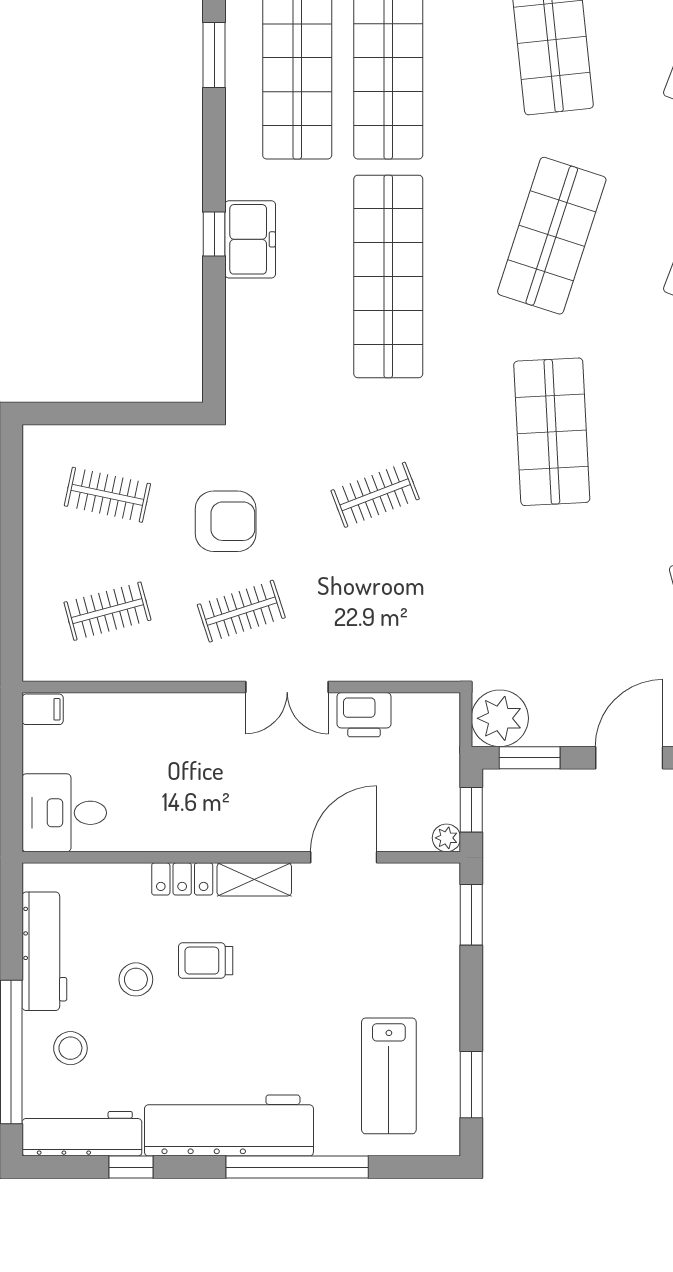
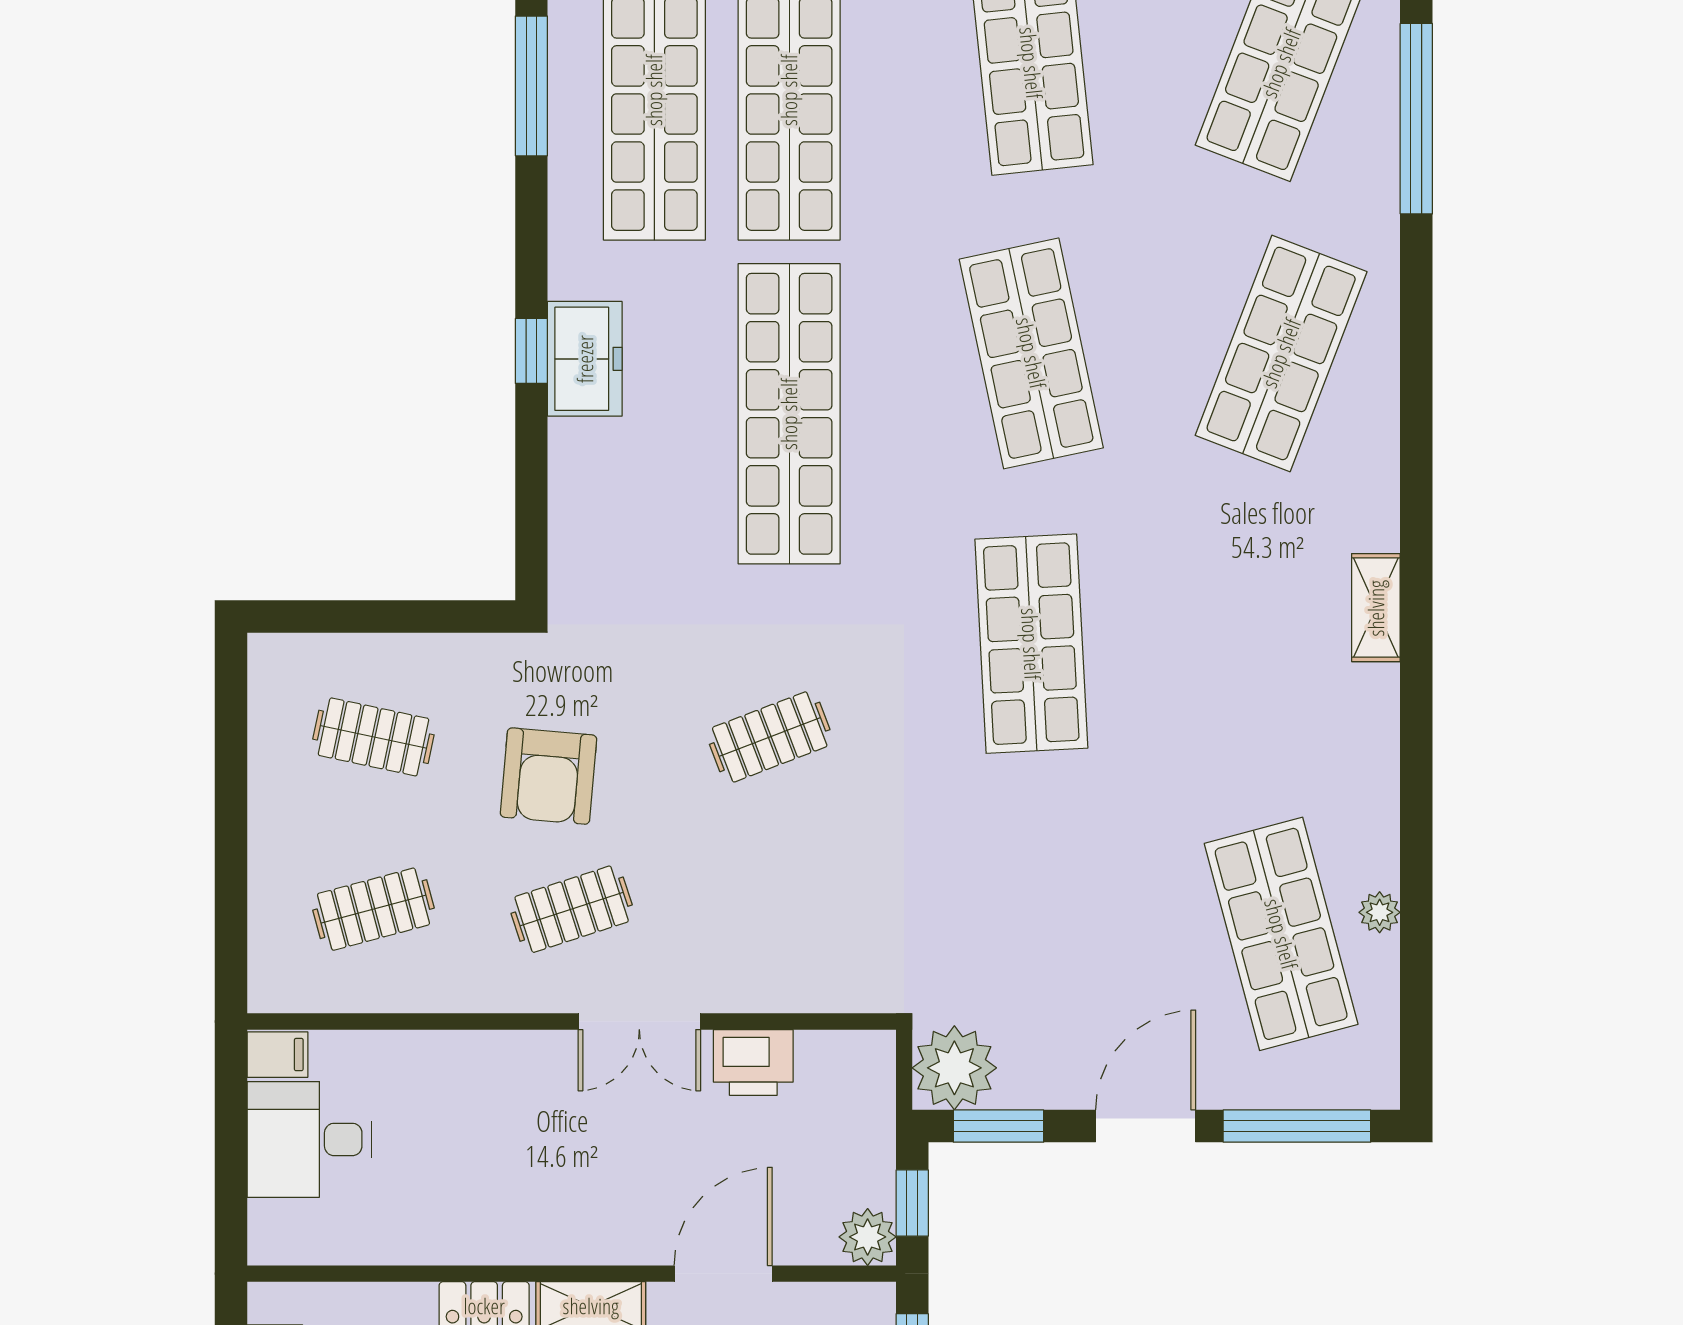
window: (214, 55) -> (531, 86), width x1.44
shop shelf: (552, 236) -> (1031, 353), turned -30
armchair: (226, 521) -> (548, 776), turned 95
desk: (64, 813) -> (310, 1139), moved
plant: (446, 838) -> (868, 1237), width x1.38, depth x1.38

